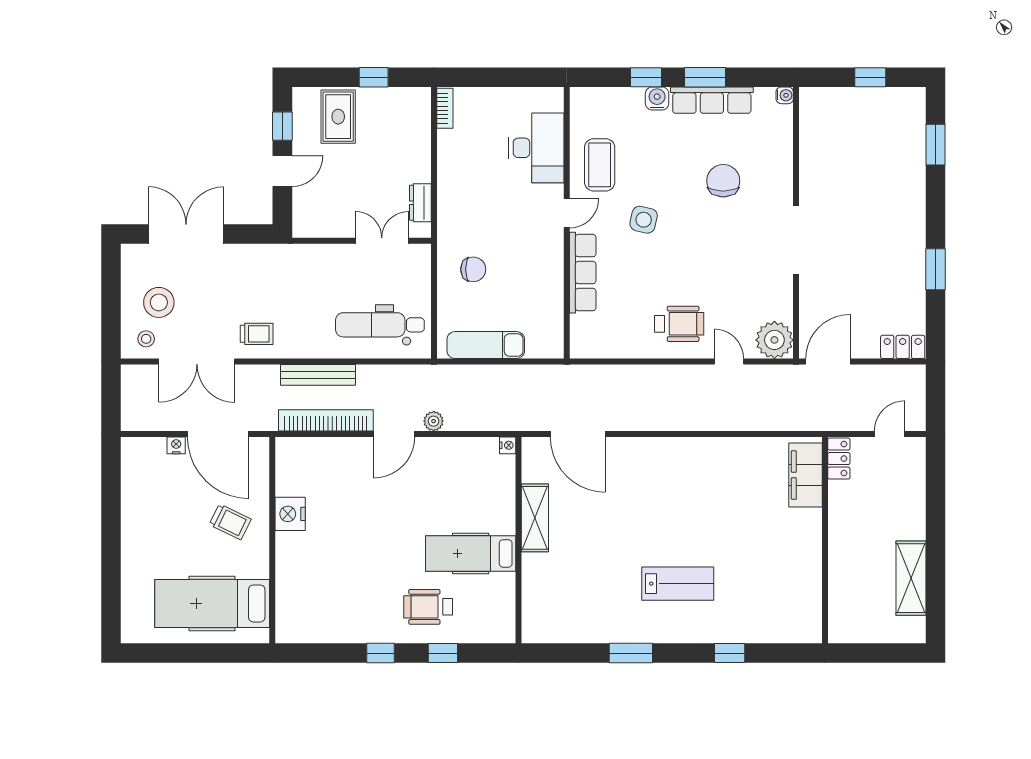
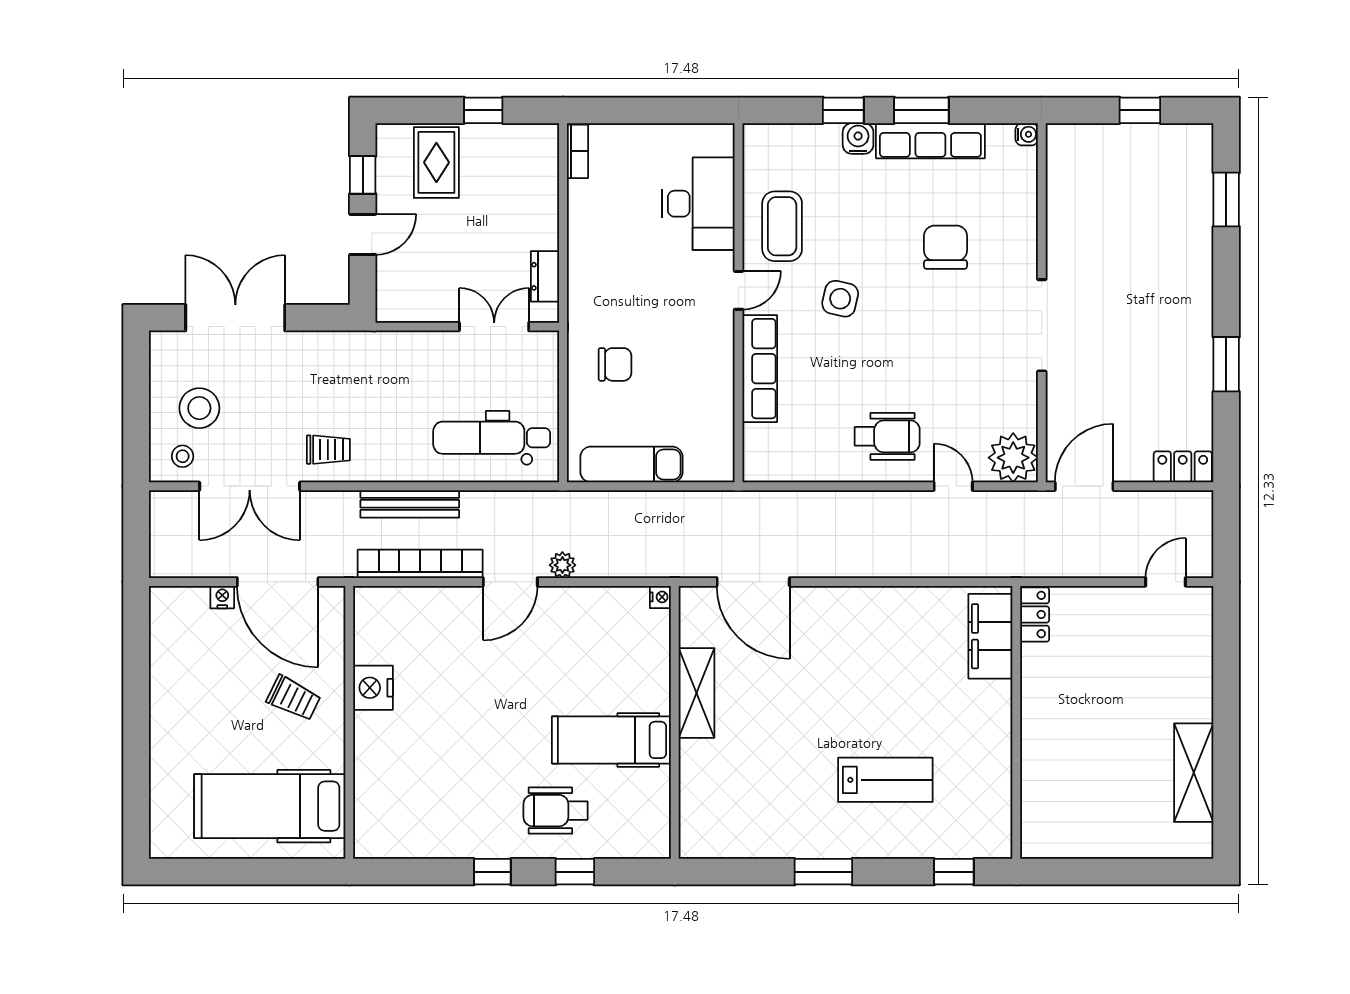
locker: (839, 459) -> (1035, 615), moved
filing cabinet: (805, 475) -> (990, 636), moved
wall: (825, 540) -> (1016, 722), moved

